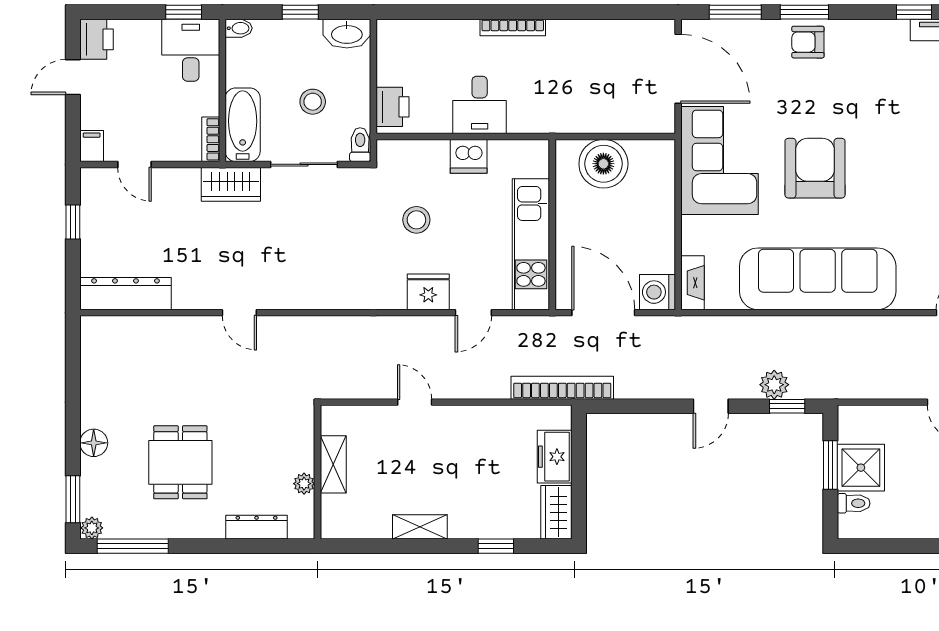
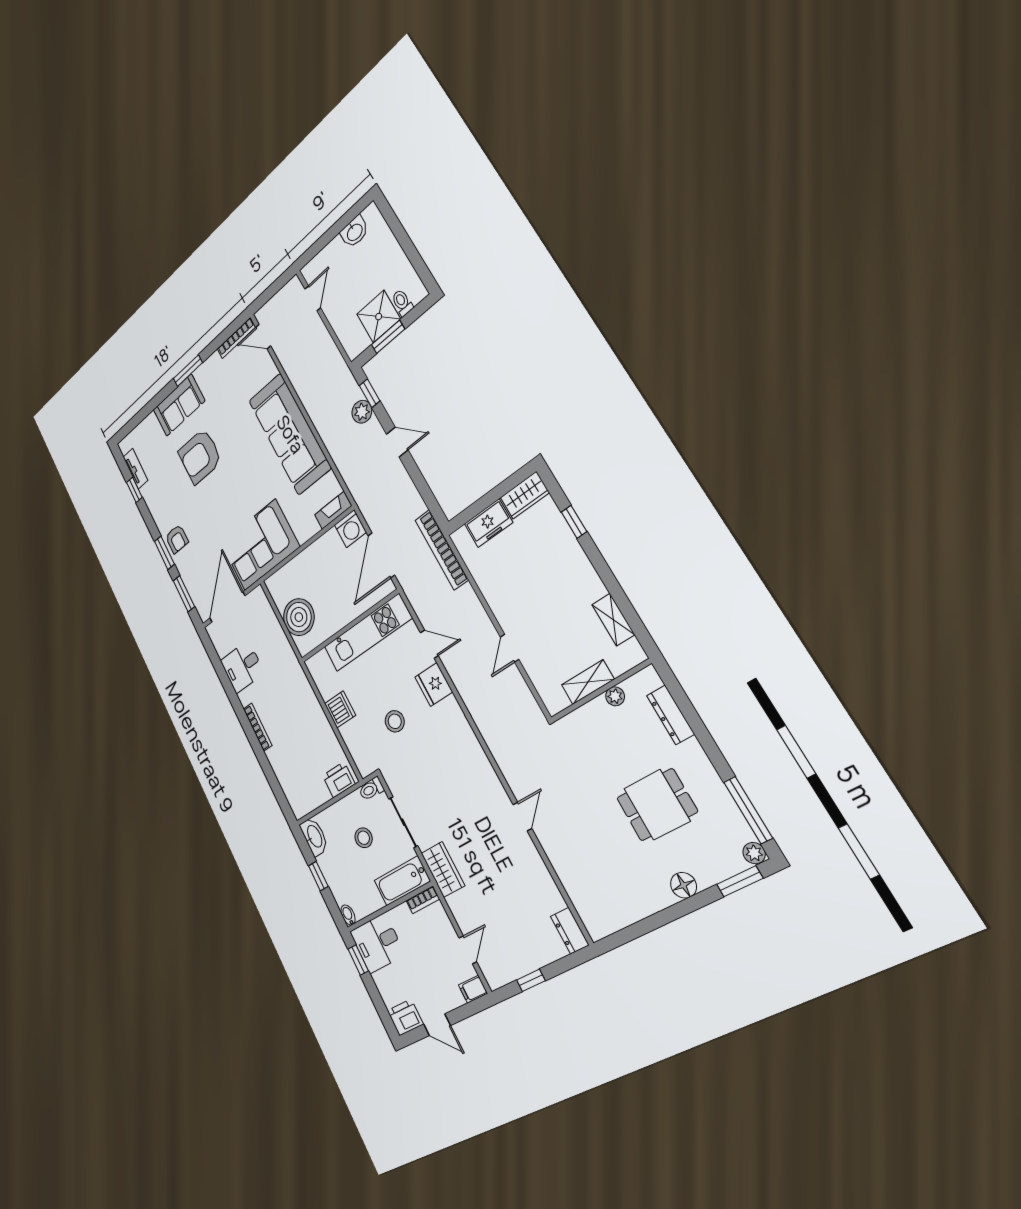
desk: (480, 105) -> (242, 667), moved, turned 180
armchair: (815, 168) -> (200, 456), moved
dresser: (125, 294) -> (570, 931), width x0.51, depth x0.80
shelving: (420, 527) -> (613, 620), moved

